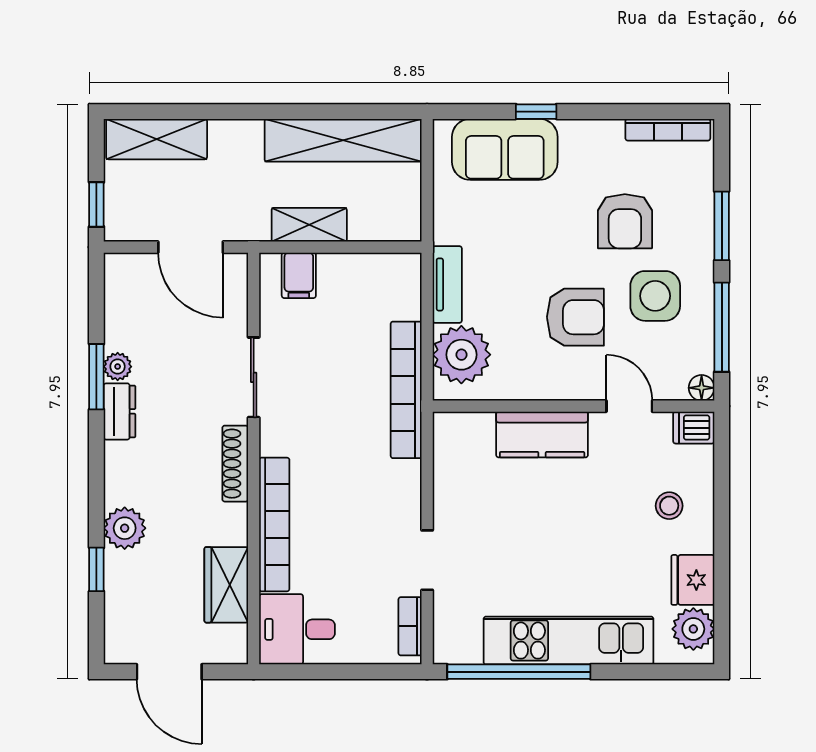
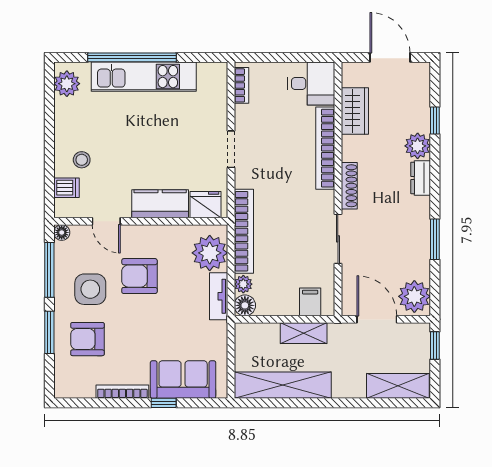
bookcase: (668, 130) -> (122, 392), moved
armchair: (625, 221) -> (87, 339), moved, turned -90
floor lamp: (405, 270) -> (245, 305), added
plant: (407, 304) -> (243, 284), added
plant: (118, 367) -> (414, 296), moved, width x1.87, depth x1.87
dresser: (119, 411) -> (421, 178), moved
dishwasher: (694, 428) -> (66, 188), moved
doorway: (427, 560) -> (231, 149), moved
fridge: (693, 580) -> (206, 205), moved, turned -90
window: (519, 672) -> (132, 57), moved

